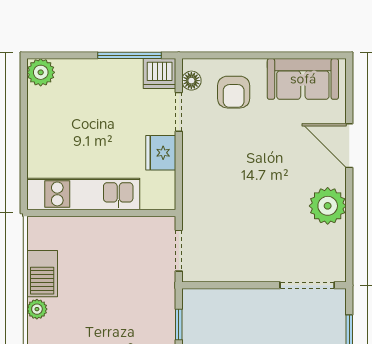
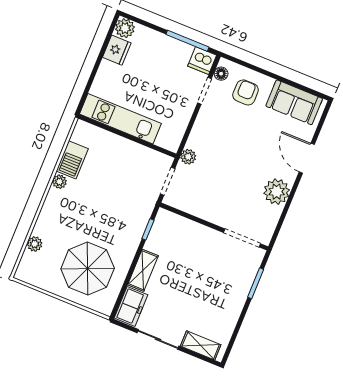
armchair: (234, 92) -> (246, 92), turned 180
fridge: (161, 153) -> (117, 50), moved, turned 180
plant: (193, 207) -> (188, 157), added

